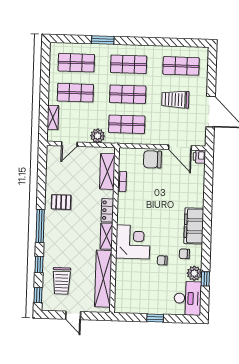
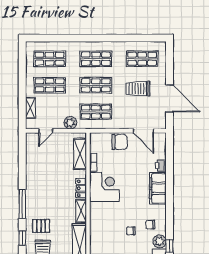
window: (103, 40) -> (72, 38), removed
printer: (199, 157) -> (161, 166), moved
chair: (152, 159) -> (119, 142), turned 180
pallet: (61, 202) -> (41, 226), moved
filing cabinet: (194, 226) -> (158, 188), moved
corner desk: (133, 242) -> (104, 187), moved

